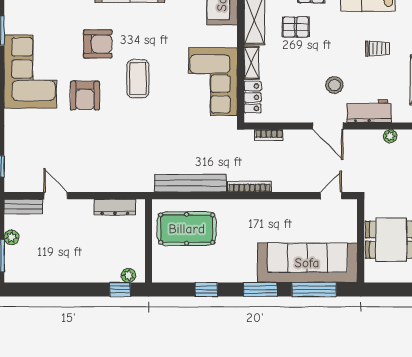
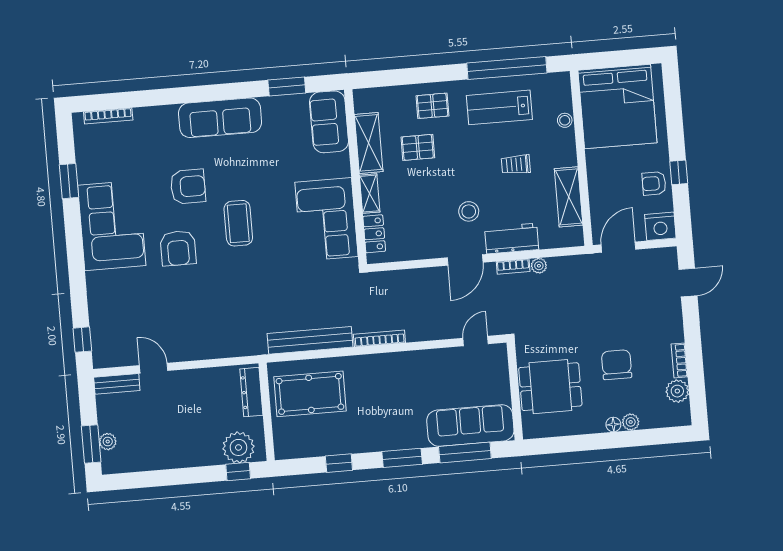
trolley: (378, 49) -> (516, 165), turned 180
door: (328, 126) -> (465, 260), hinge flipped
bookcase: (269, 135) -> (513, 267), moved
dresser: (115, 207) -> (251, 392), moved, turned 90
plant: (11, 237) -> (108, 442), moved
sofa: (307, 263) -> (470, 426), width x0.74, depth x0.79
plant: (128, 275) -> (238, 447), width x1.88, depth x1.88

